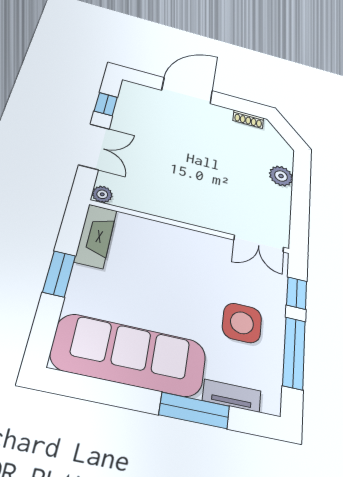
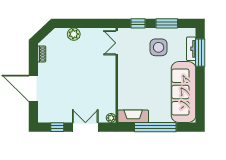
double door: (259, 244) -> (117, 43), swing flipped
window: (59, 274) -> (155, 127), width x2.11
window: (294, 353) -> (167, 23), width x0.69
window: (194, 410) -> (200, 53), moved

